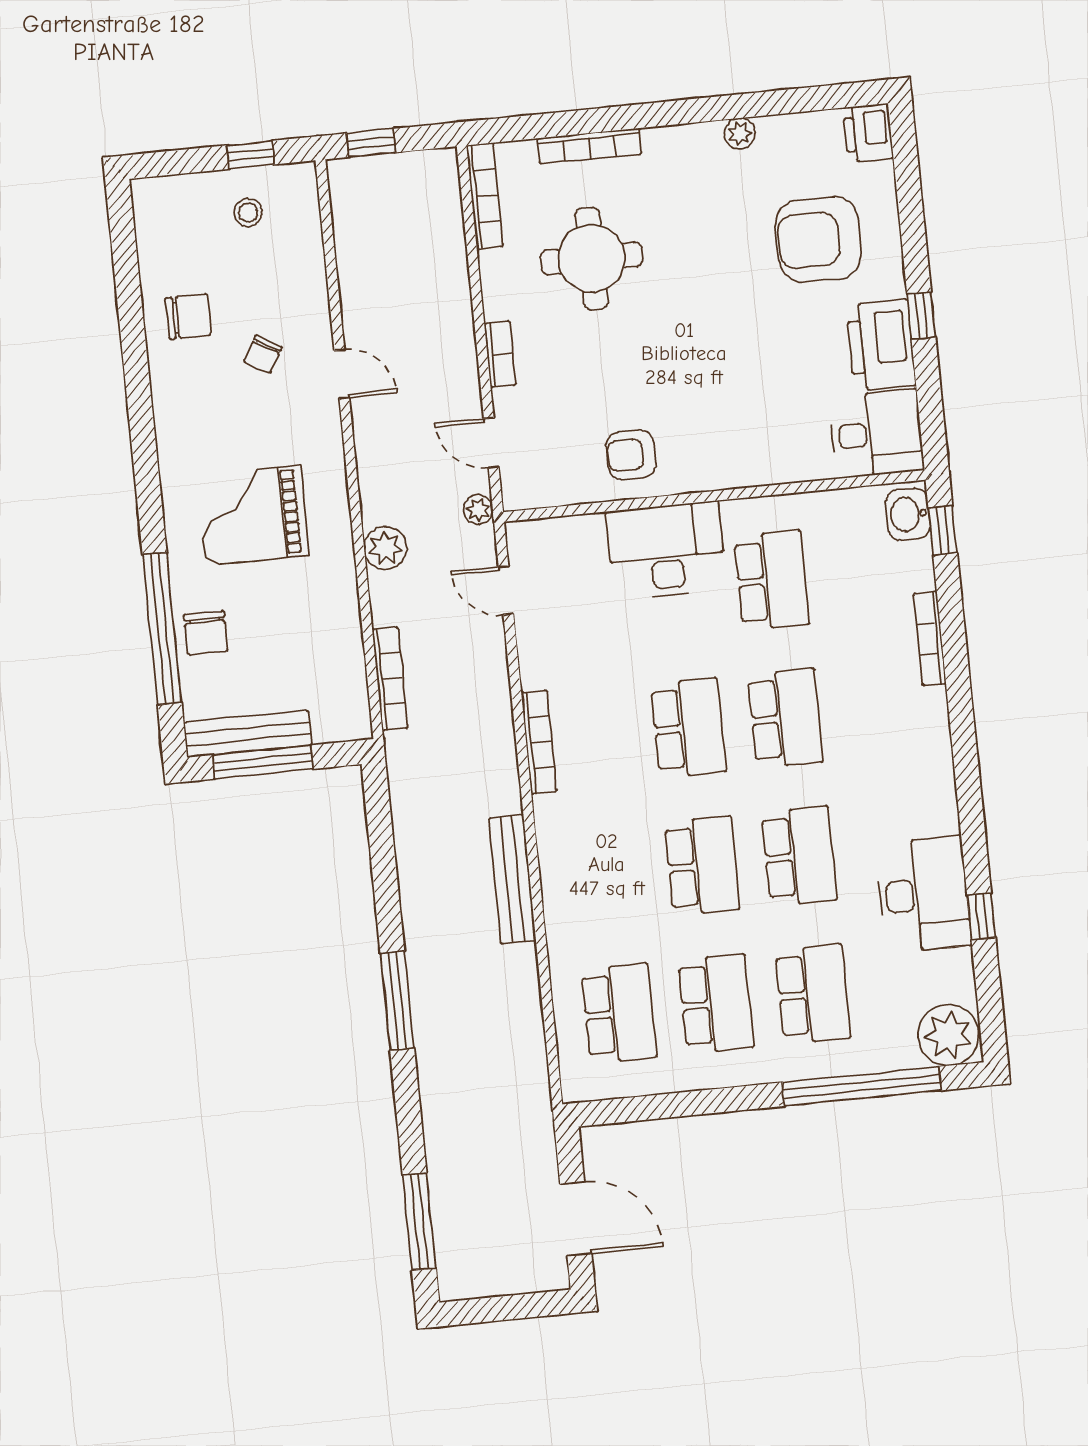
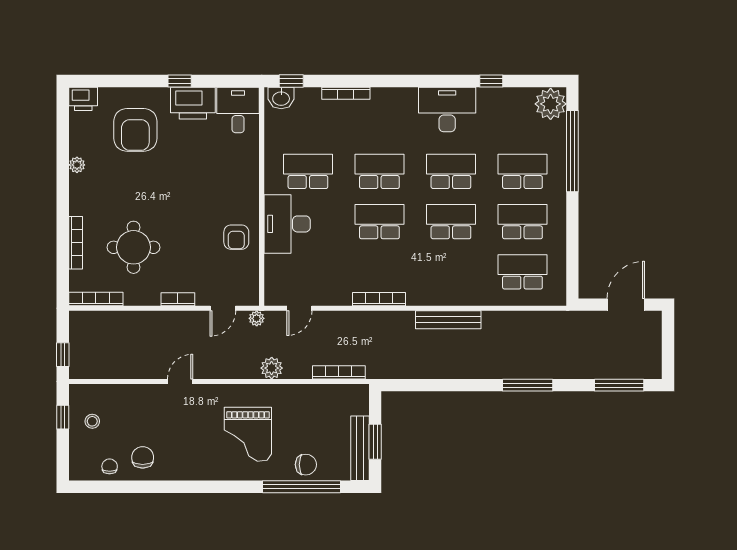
chair: (263, 354) -> (110, 466), moved, turned -120
window: (263, 762) -> (375, 442), width x0.69
desk: (923, 894) -> (447, 110), moved
window: (397, 1001) -> (528, 385), moved

